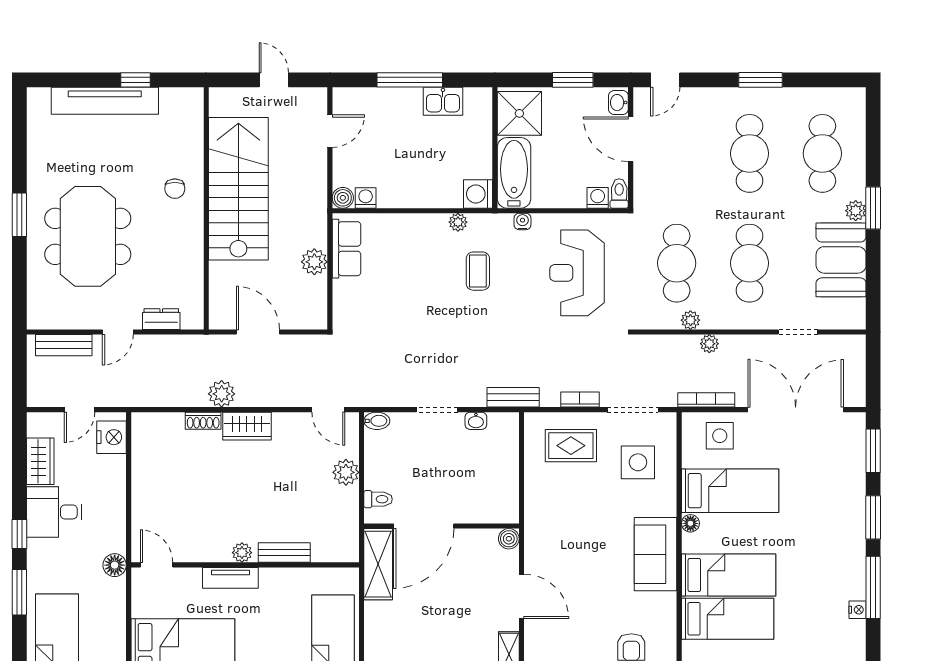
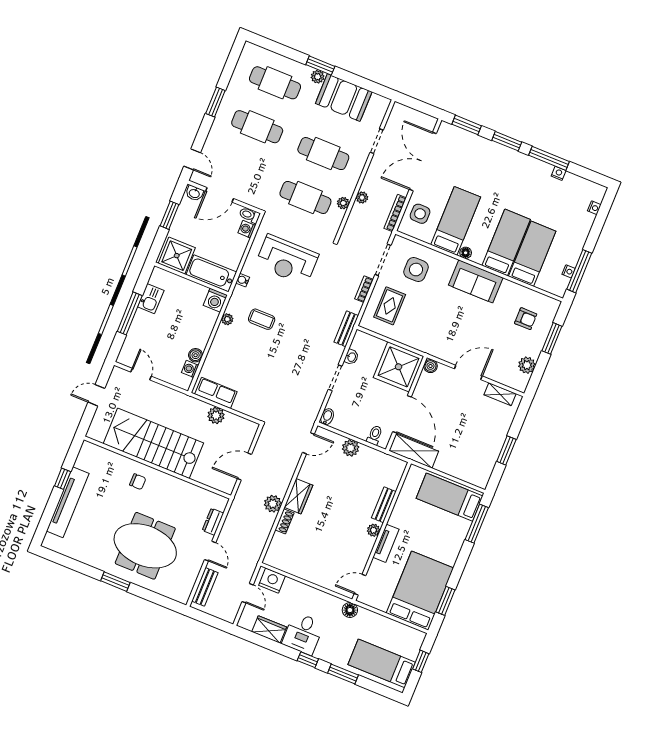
boiler: (343, 198) -> (196, 355), moved
shower: (489, 494) -> (399, 367), added

